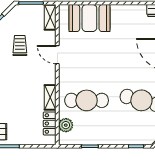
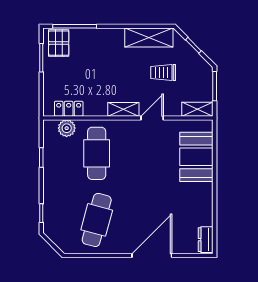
trolley: (20, 46) -> (163, 73), turned 180
shelving: (50, 97) -> (123, 109), moved

